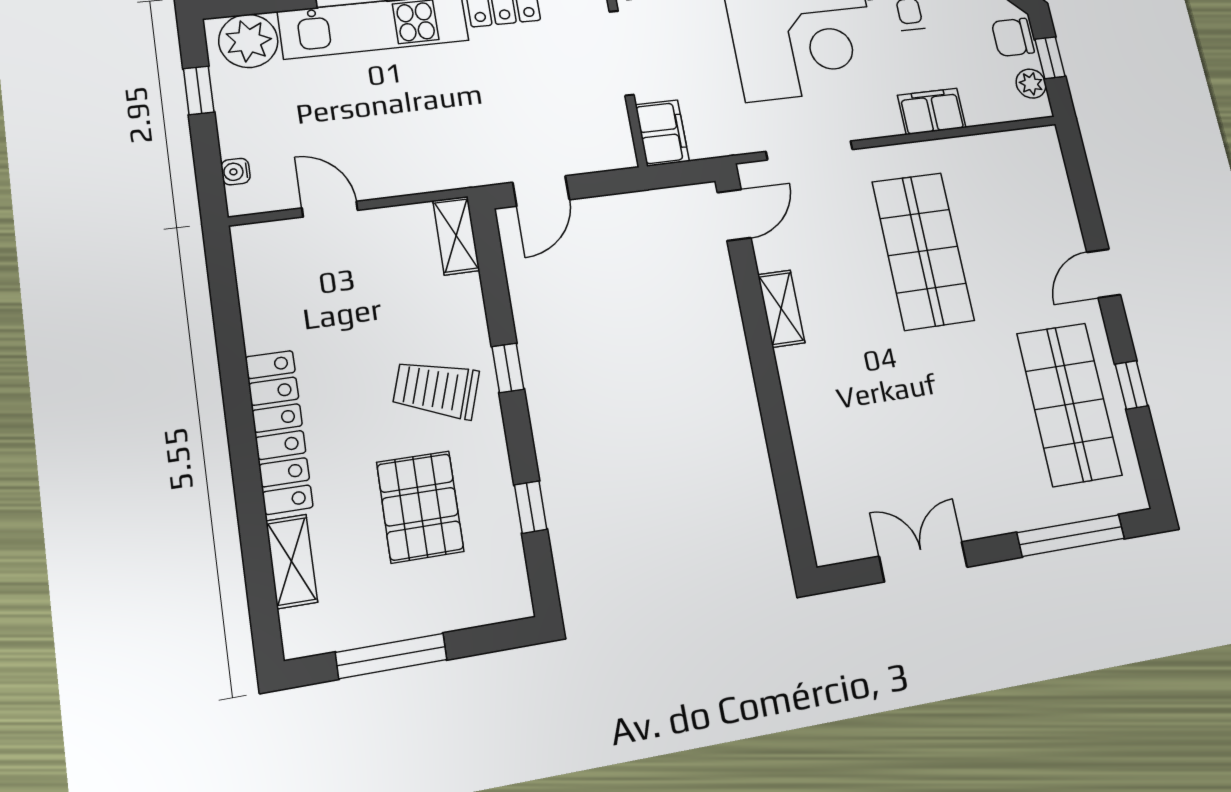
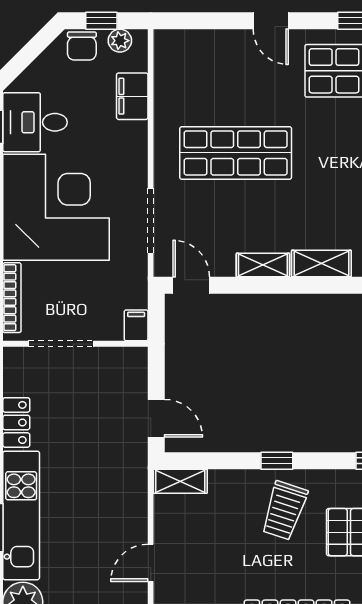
filing cabinet: (932, 111) -> (132, 96), moved
filing cabinet: (662, 133) -> (136, 325), width x0.50
shelving: (800, 390) -> (321, 264), added

